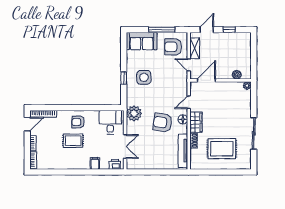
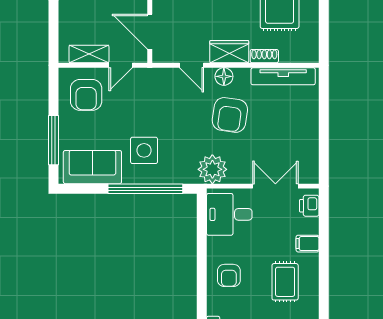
window: (162, 30) -> (54, 140), moved
door: (207, 30) -> (54, 31), removed
sofa: (142, 41) -> (92, 167), moved, turned -90
window: (124, 78) -> (145, 189), width x3.17
rug: (73, 141) -> (285, 282), moved

